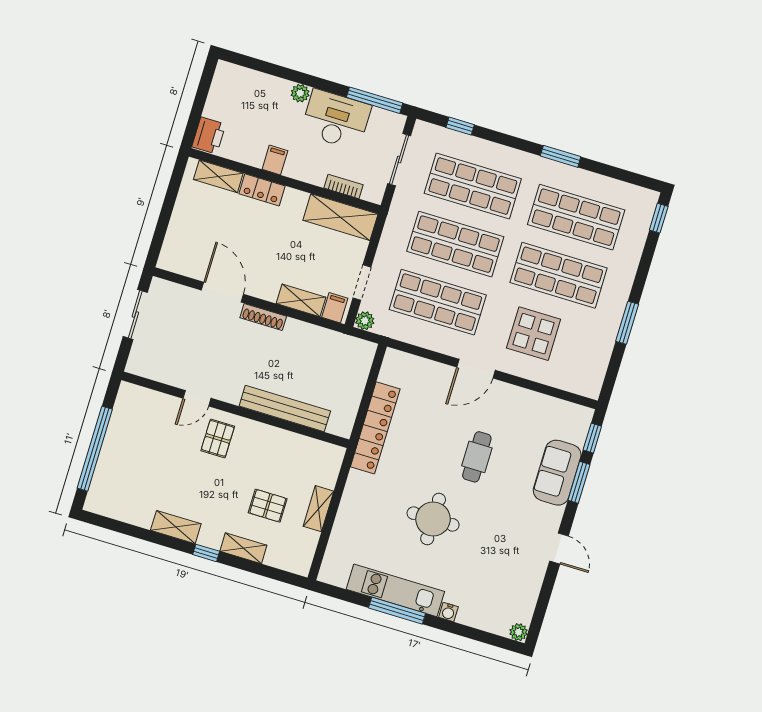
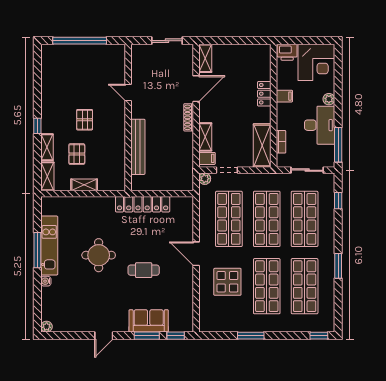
corner desk: (238, 95) -> (316, 62), added
shelving: (218, 176) -> (205, 58), moved
pallet: (218, 438) -> (85, 120), moved, turned 90
shelving: (176, 527) -> (47, 176), moved

